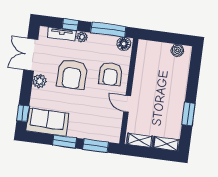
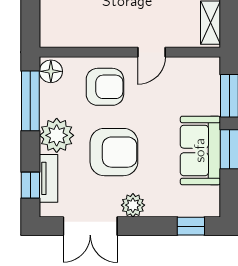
window: (70, 25) -> (30, 185), moved
plant: (82, 37) -> (57, 135), width x1.87, depth x1.87
sofa: (47, 122) -> (200, 150), moved

